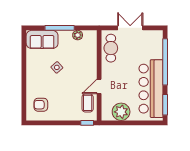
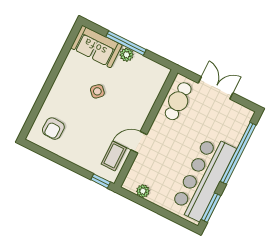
plant: (78, 35) -> (127, 55), moved
armchair: (41, 105) -> (53, 129), turned -88
plant: (121, 112) -> (143, 191), width x0.53, depth x0.53

